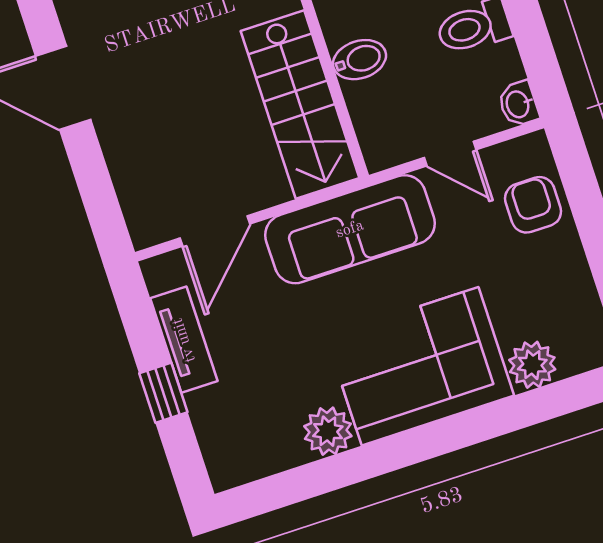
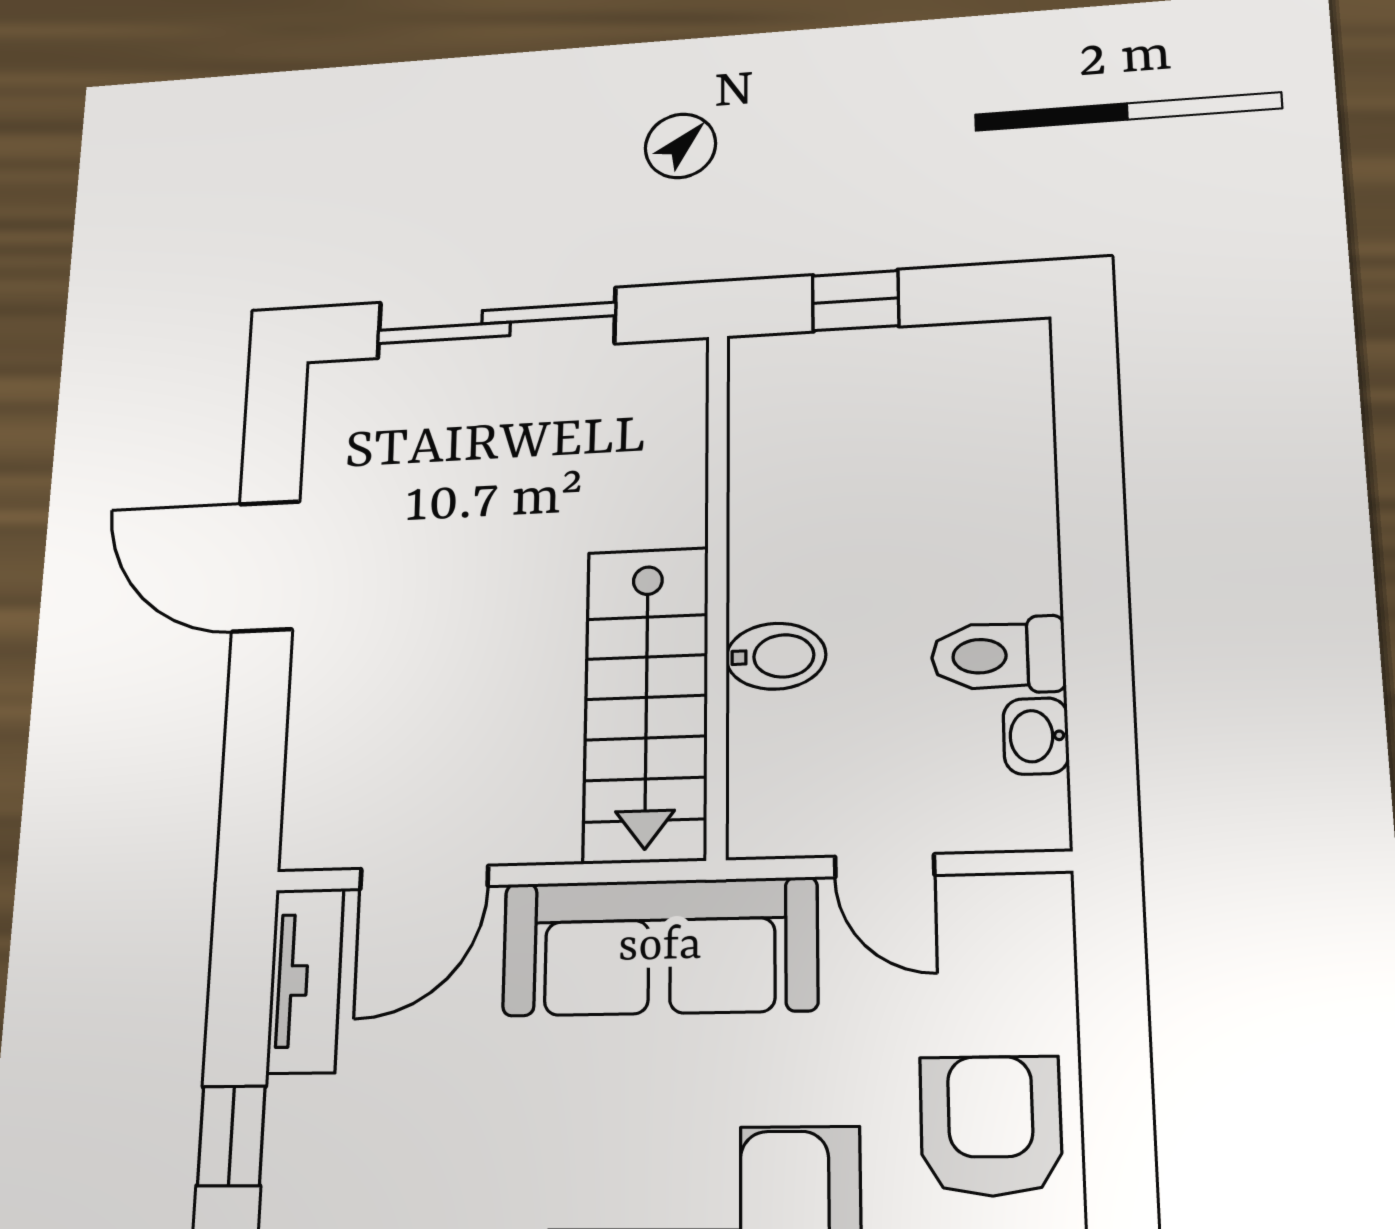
washbasin: (519, 104) -> (1036, 736), moved
armchair: (533, 205) -> (991, 1126), moved, width x1.38, depth x1.38
tv unit: (184, 340) -> (305, 980), moved

